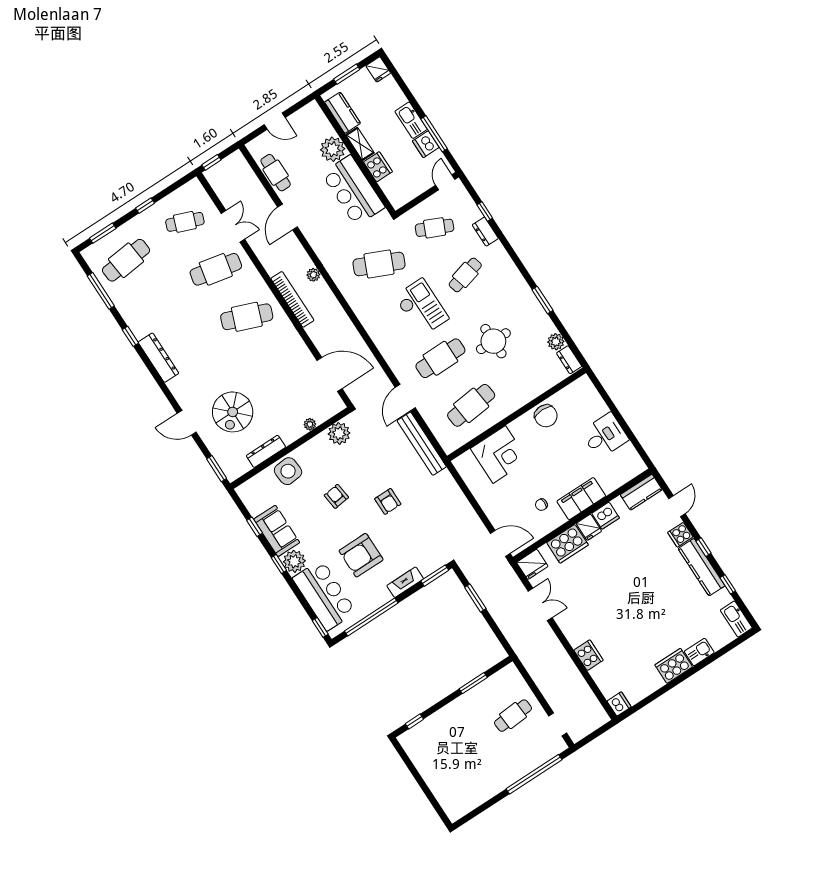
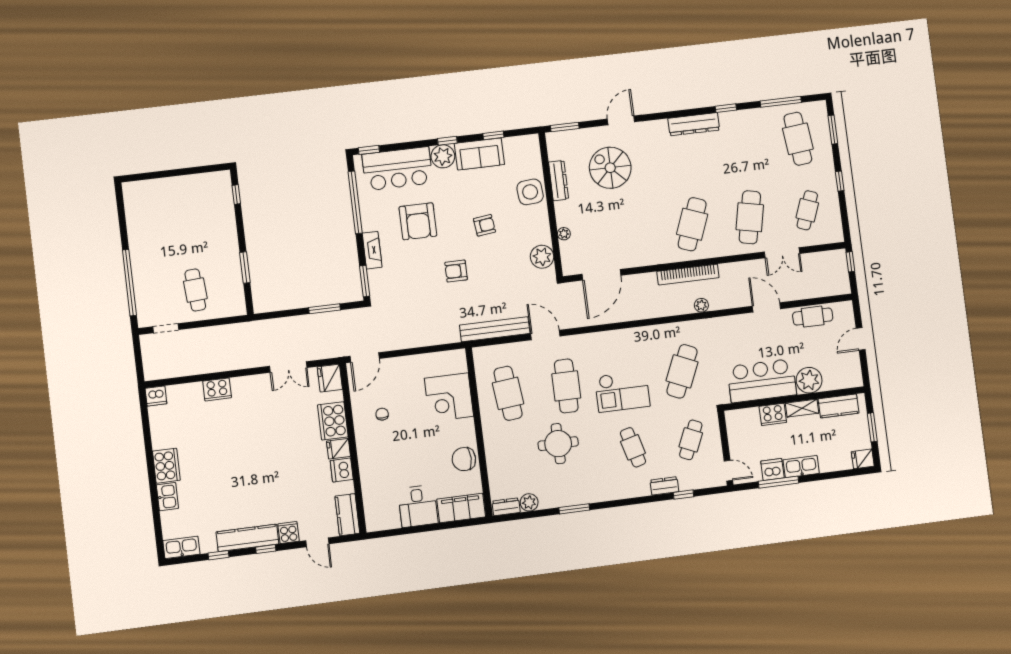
filing cabinet: (581, 499) -> (461, 508), moved, turned -90
armchair: (361, 555) -> (418, 221), turned 180

